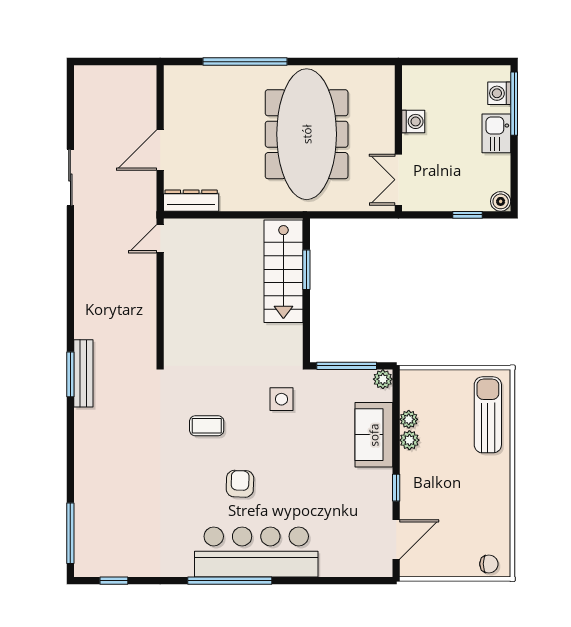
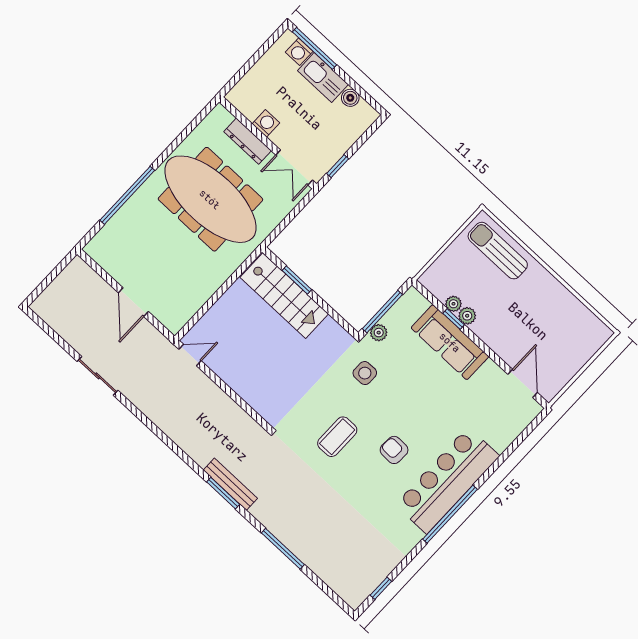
kitchen sink: (496, 133) -> (323, 77), width x1.38
dresser: (191, 201) -> (248, 141), moved, turned -90
boiler: (501, 201) -> (350, 98), moved
window: (467, 215) -> (338, 166), moved
door: (160, 239) -> (190, 355), swing flipped
plant: (383, 379) -> (379, 333), moved
coffee table: (207, 426) -> (337, 437), width x1.36, depth x1.30
sofa: (374, 435) -> (450, 342), width x1.36
window: (396, 488) -> (454, 319), moved
window: (70, 533) -> (283, 549), moved
chair: (489, 564) -> (594, 339), removed

